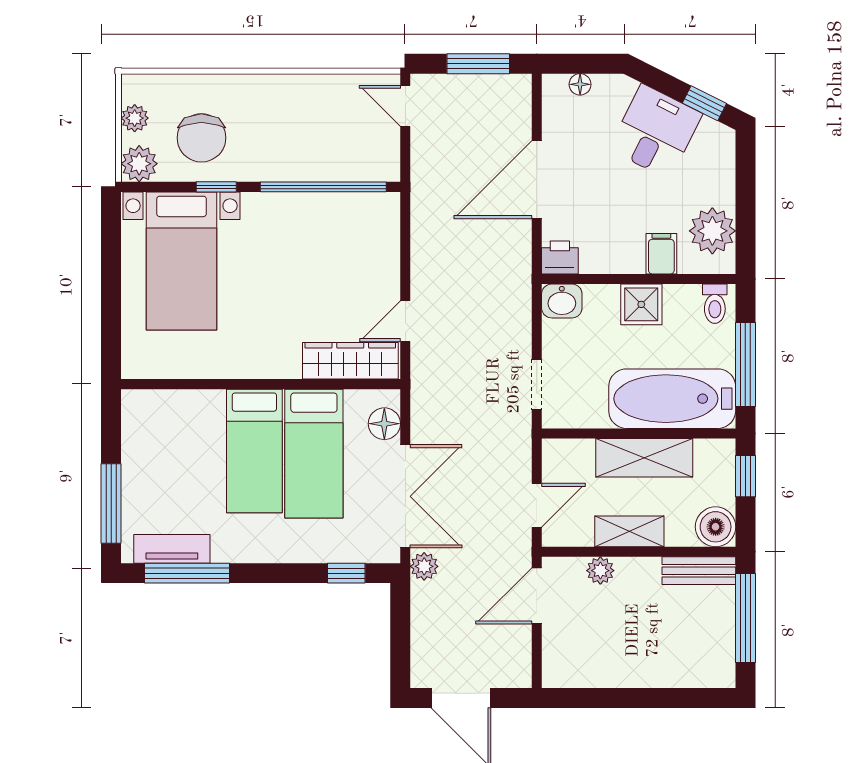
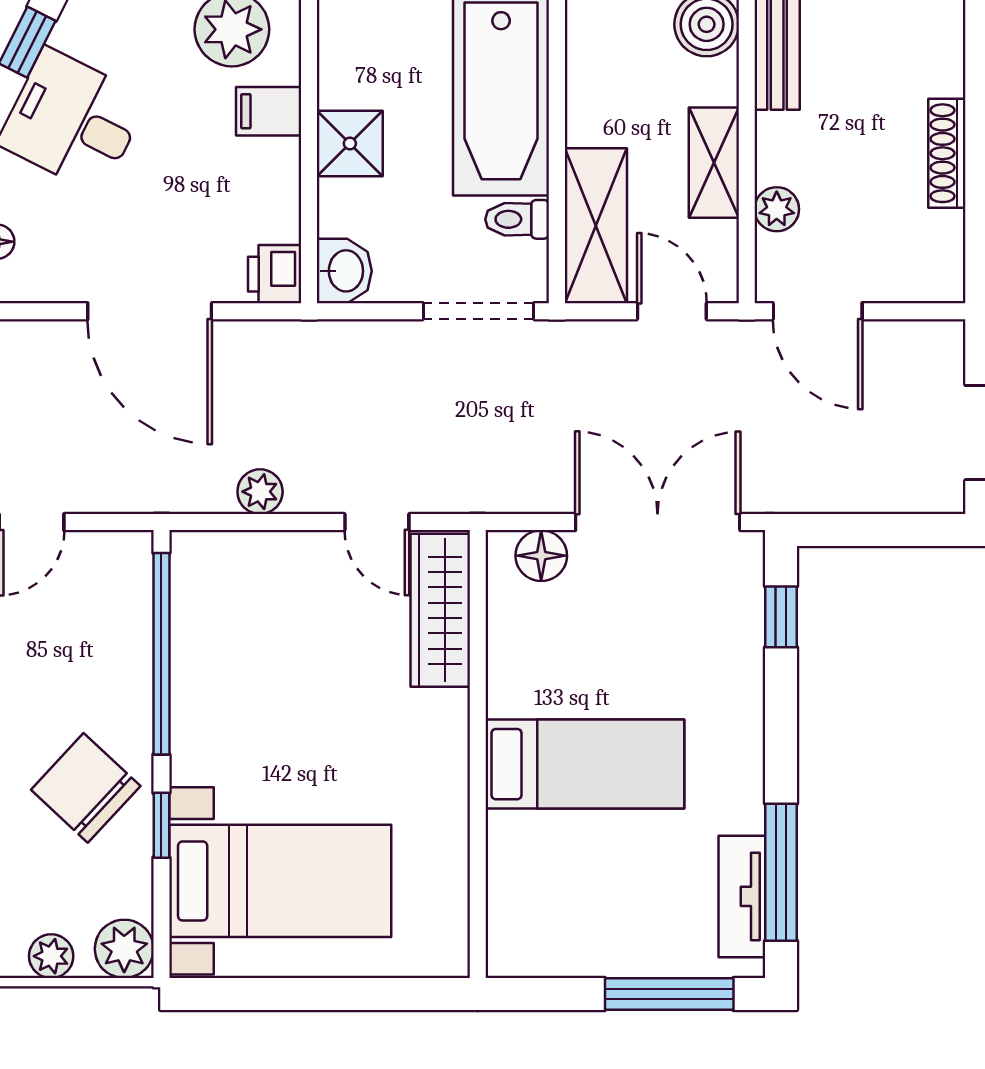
chair: (201, 138) -> (86, 788), moved, turned -137
toilet: (715, 304) -> (517, 219), moved, turned 180
doorway: (537, 385) -> (478, 311), width x1.38
bed: (314, 454) -> (589, 669), removed
shelving: (644, 458) -> (596, 226), moved
plant: (424, 566) -> (260, 492), moved
shoe rack: (635, 677) -> (947, 153), added

